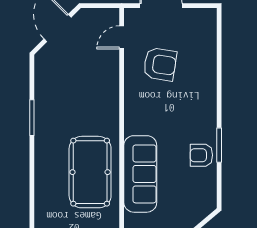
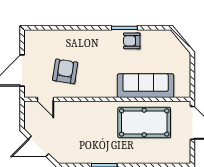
armchair: (201, 155) -> (132, 41), turned 90

